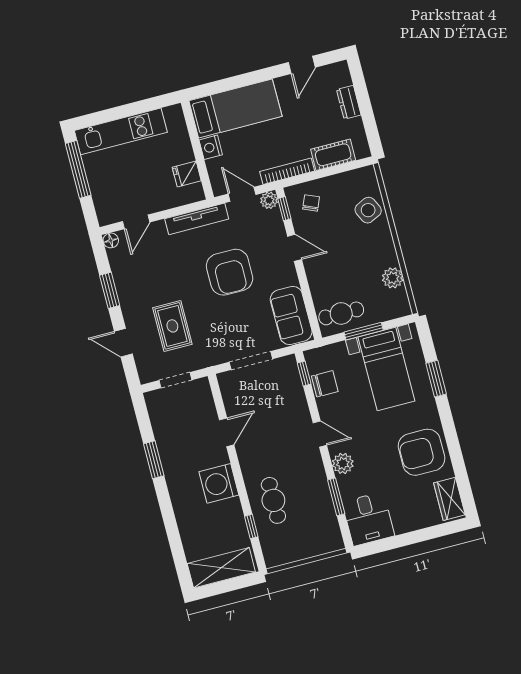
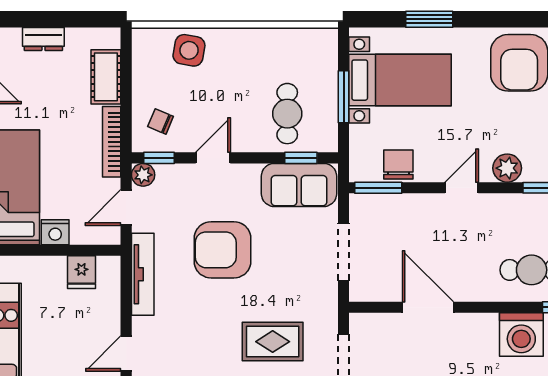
side table: (368, 210) -> (189, 50), turned 36
door: (136, 222) -> (126, 353), swing flipped
armchair: (230, 272) -> (222, 250), turned 180
plant: (393, 278) -> (285, 41), removed
window: (311, 312) -> (301, 158), added
cafe table: (341, 313) -> (287, 114), moved
window: (304, 374) -> (378, 188), width x1.50
door: (227, 432) -> (428, 307), width x1.38
washing machine: (219, 483) -> (521, 335), moved

